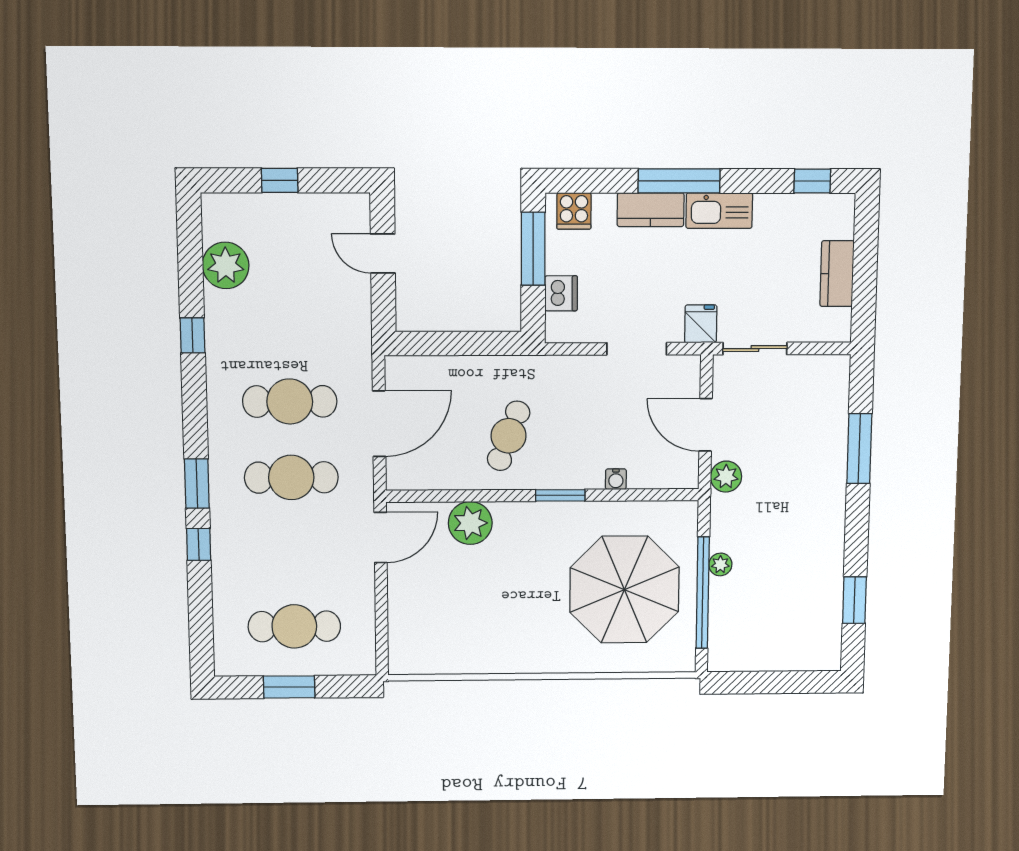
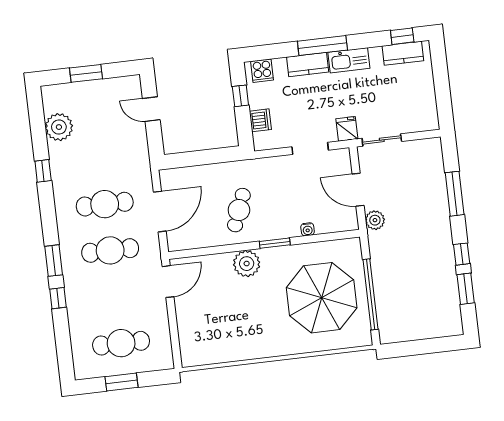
window: (280, 180) -> (86, 73), width x1.50
window: (533, 249) -> (240, 96), width x0.46
kitchen counter: (837, 274) -> (403, 53), moved, turned -90
plant: (470, 523) -> (247, 264), moved
window: (856, 545) -> (462, 254), added
plant: (720, 564) -> (379, 275), removed

